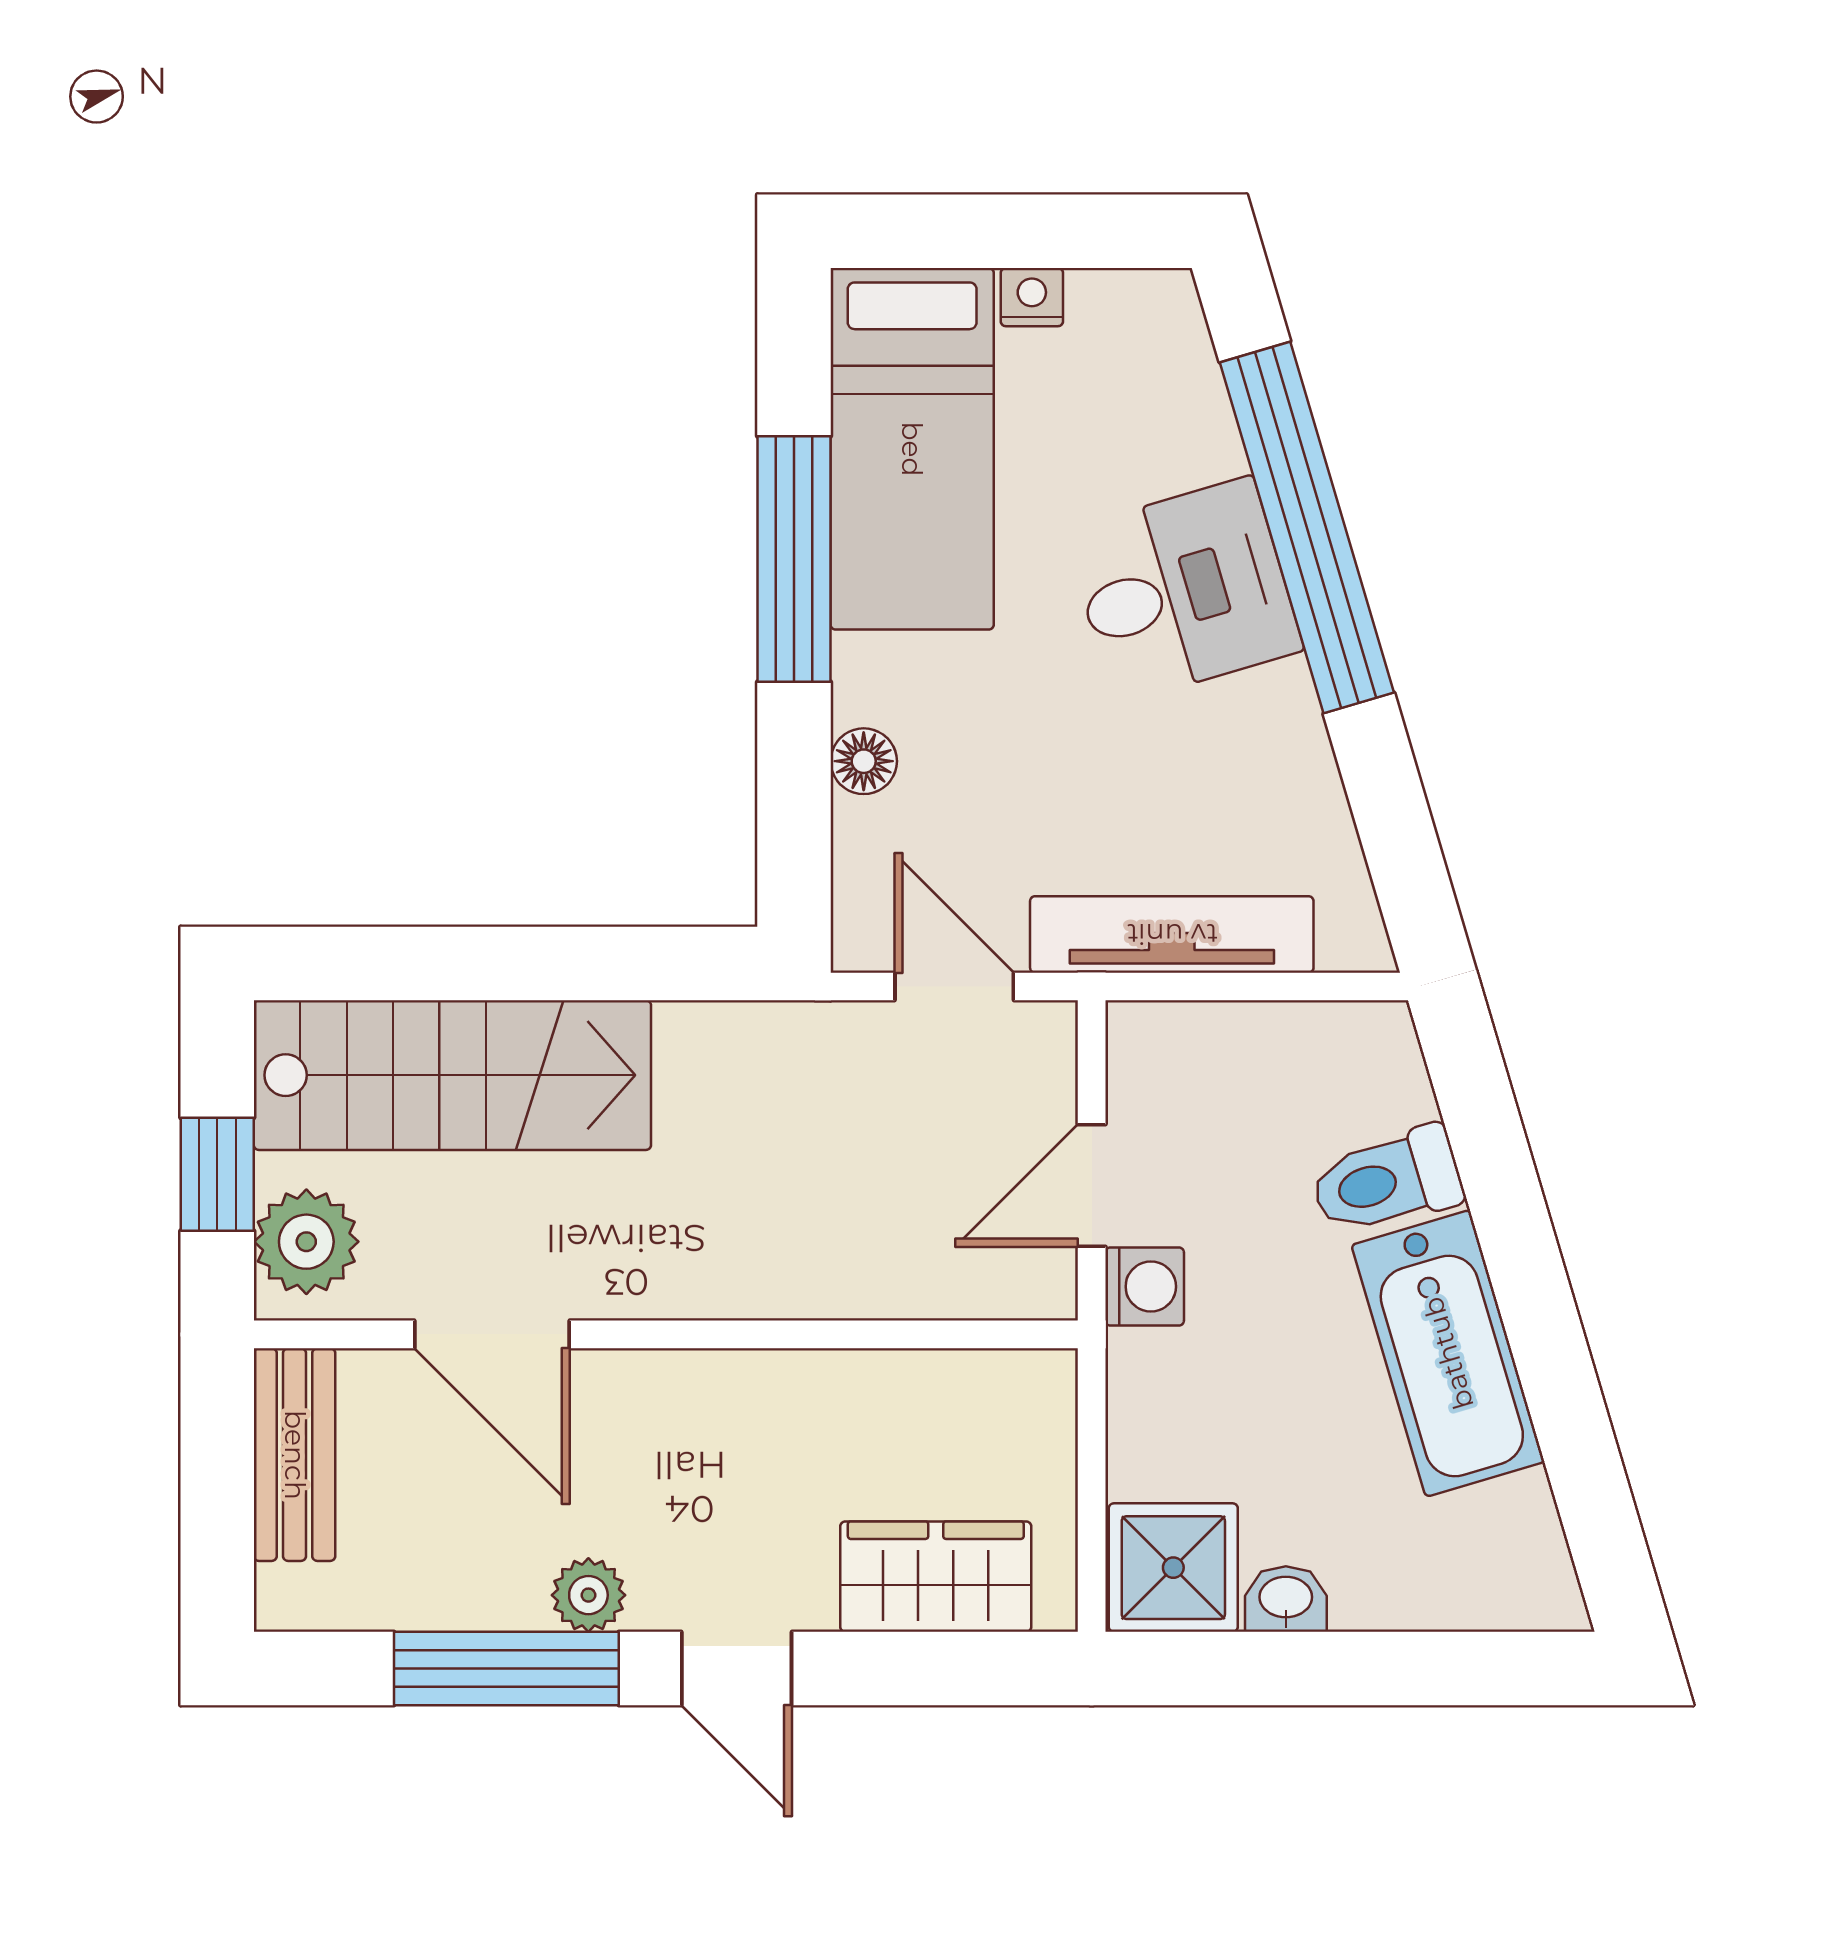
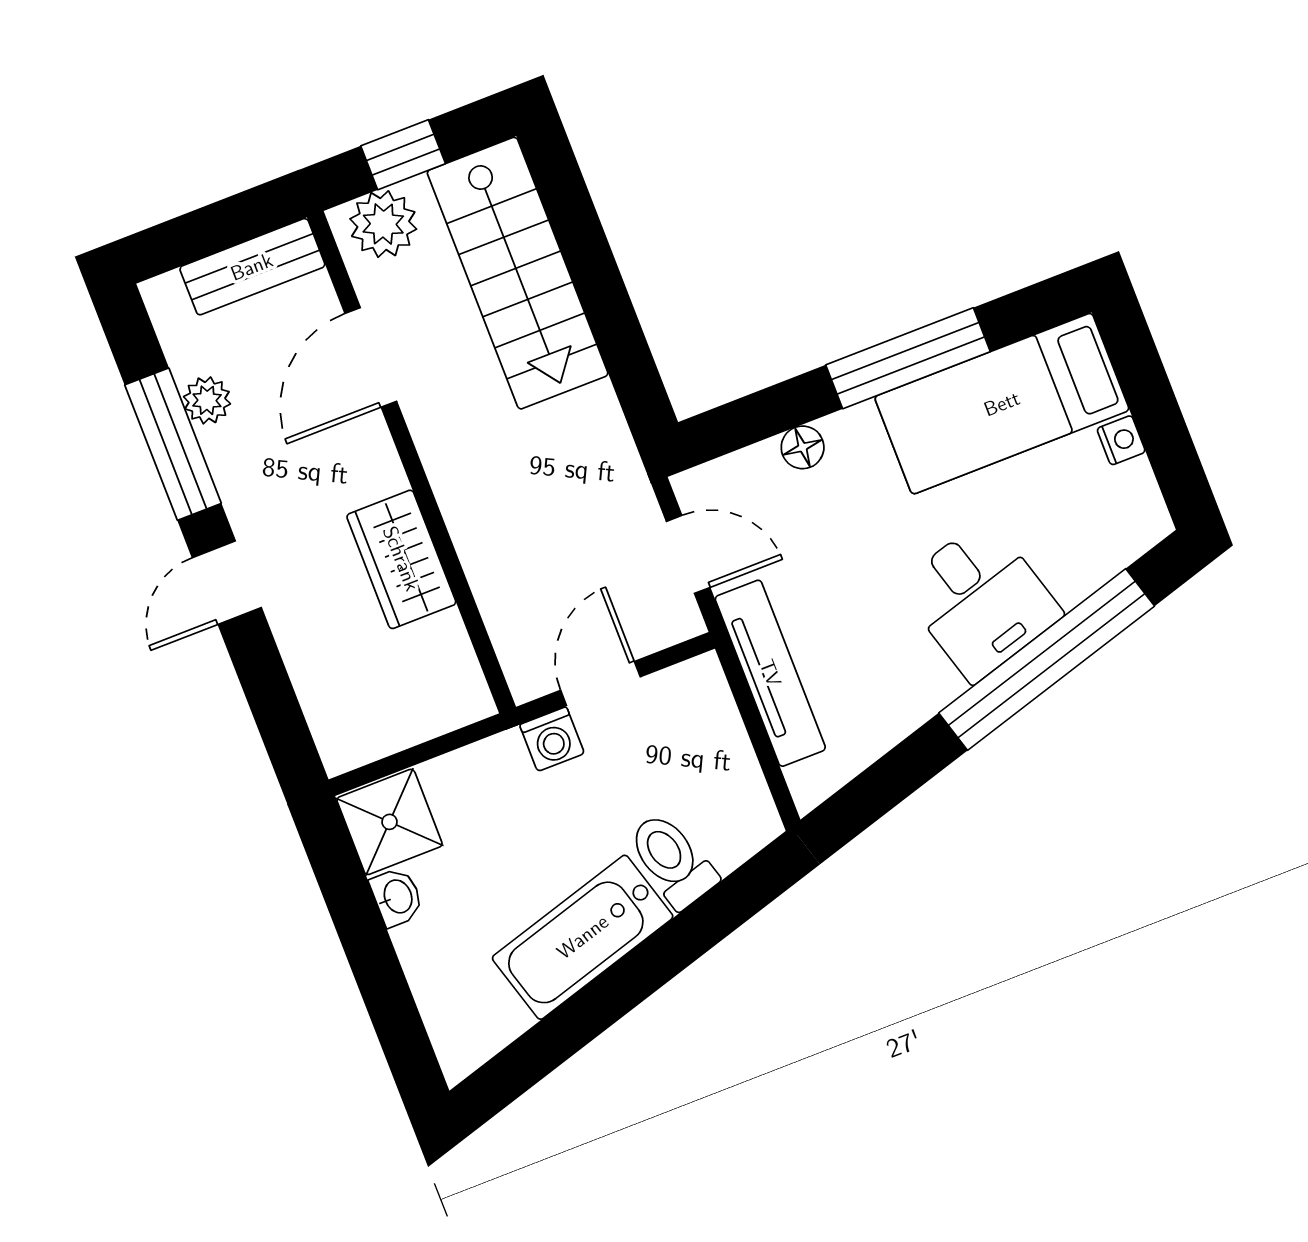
door: (954, 987) -> (688, 554), hinge flipped
door: (1092, 1185) -> (600, 684), hinge flipped
wardrobe: (936, 1577) -> (401, 559), moved, turned 180
plant: (588, 1595) -> (207, 400), moved

